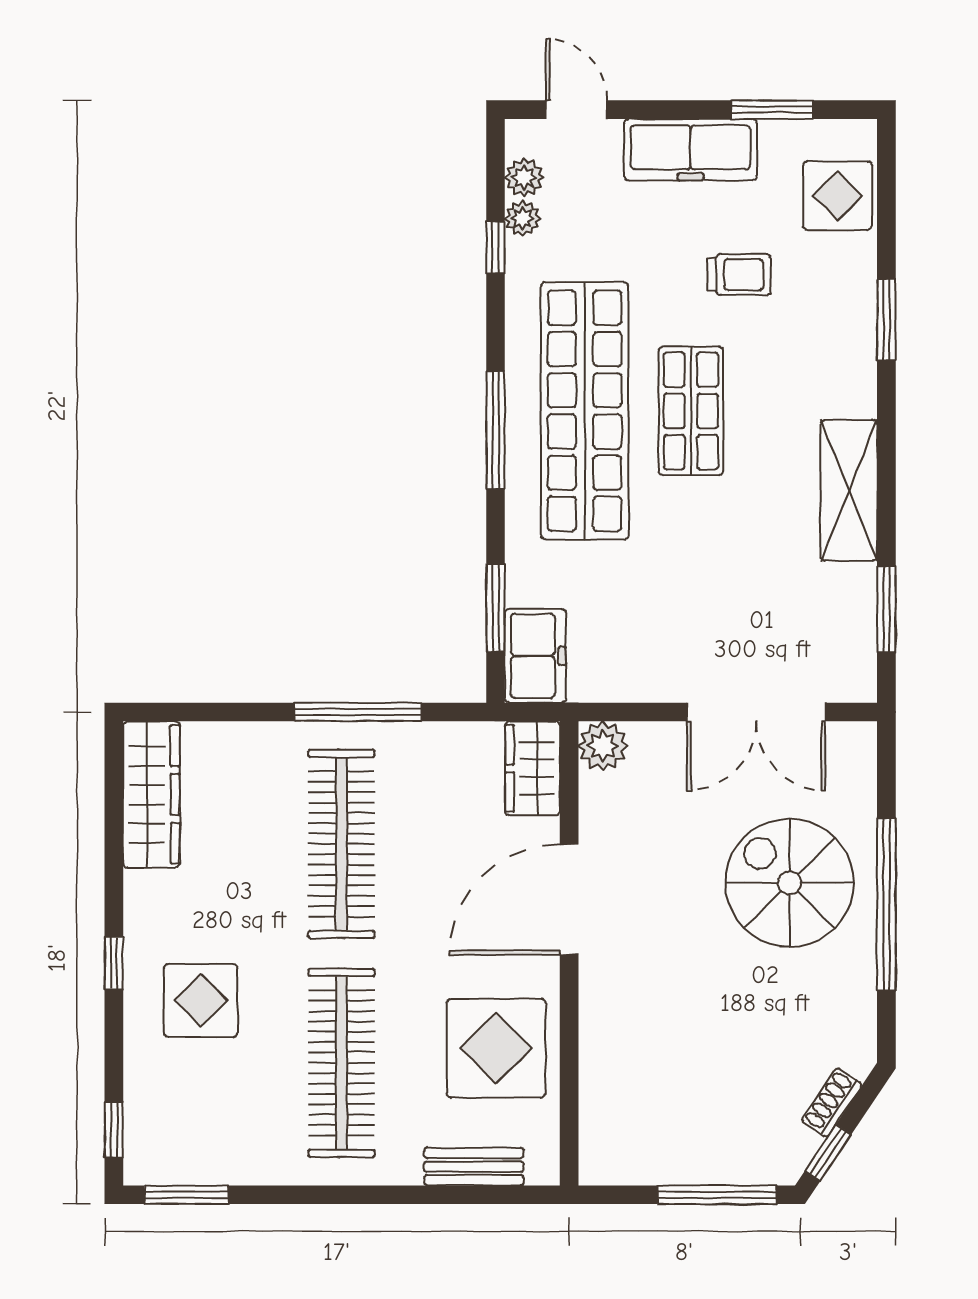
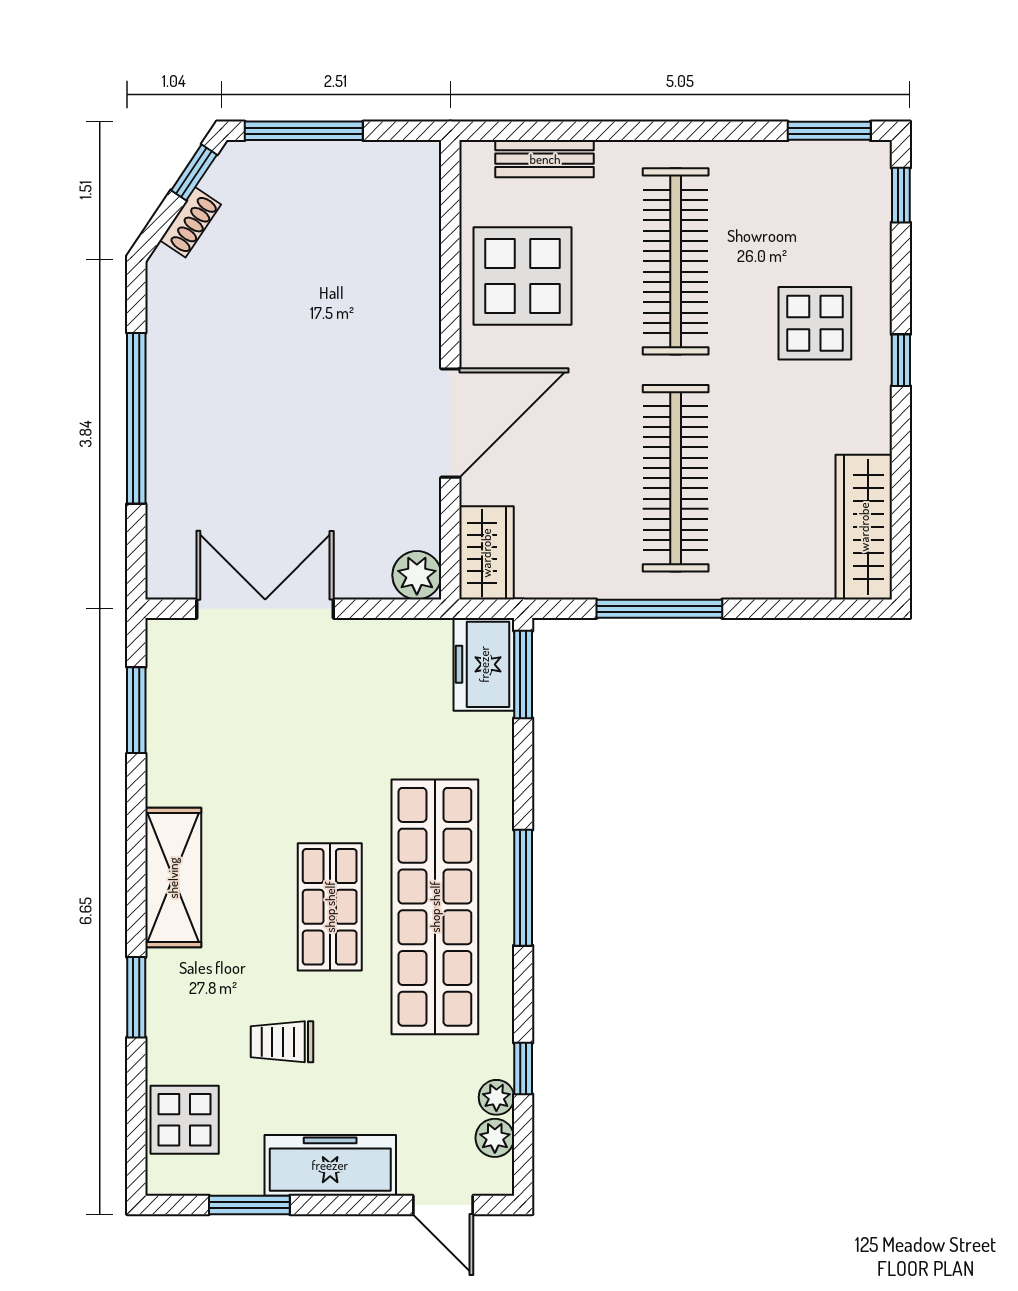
shelving: (849, 490) -> (173, 878), moved
window: (496, 608) -> (523, 674), moved
spiral stairs: (789, 883) -> (232, 440), removed

